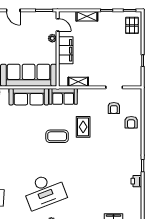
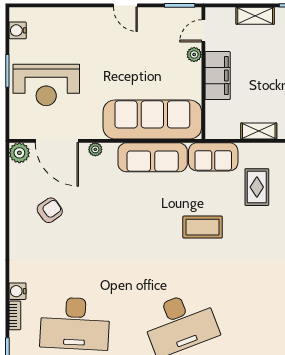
door: (58, 25) -> (203, 31), swing flipped
shelving: (78, 82) -> (259, 131), moved
rug: (83, 127) -> (257, 187), moved

